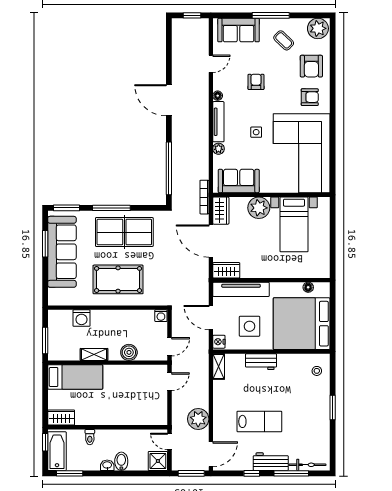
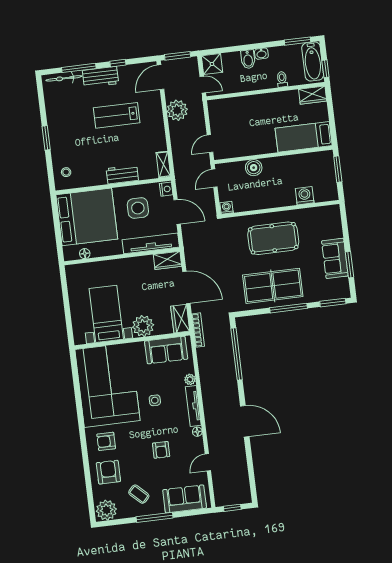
sofa: (62, 252) -> (335, 258), width x0.54, depth x0.79
shelving: (94, 354) -> (288, 161), removed

